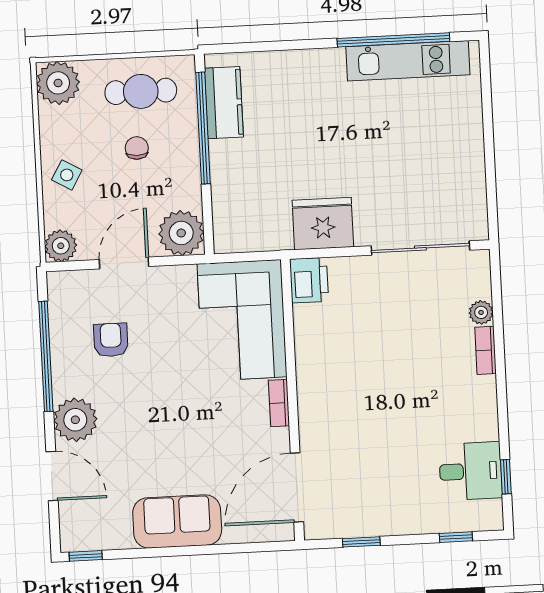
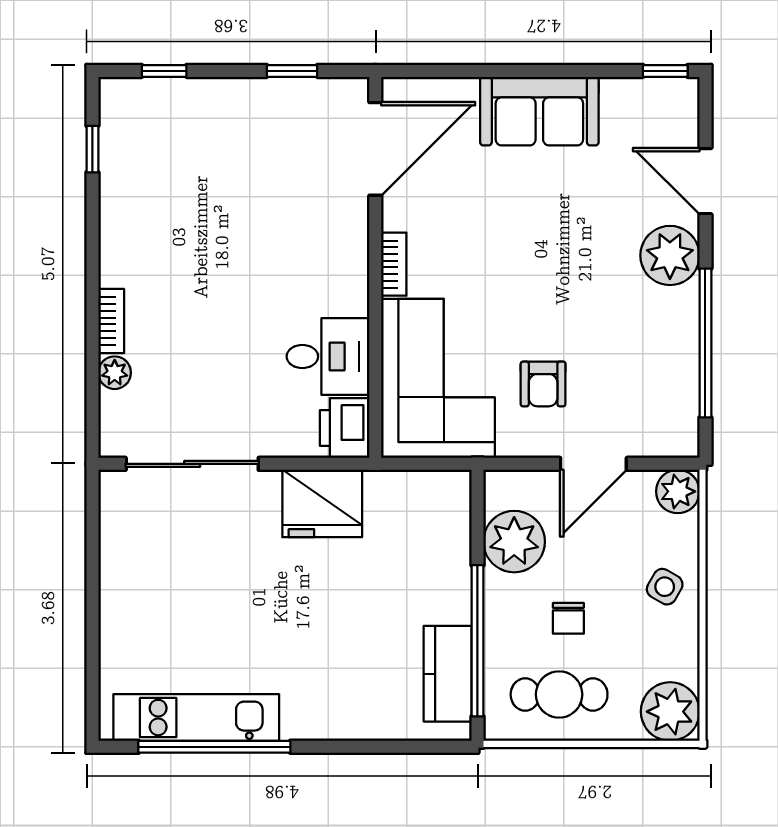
plant: (181, 233) -> (514, 542), moved
armchair: (111, 340) -> (543, 384), moved
desk: (471, 471) -> (328, 356), moved, turned 180

